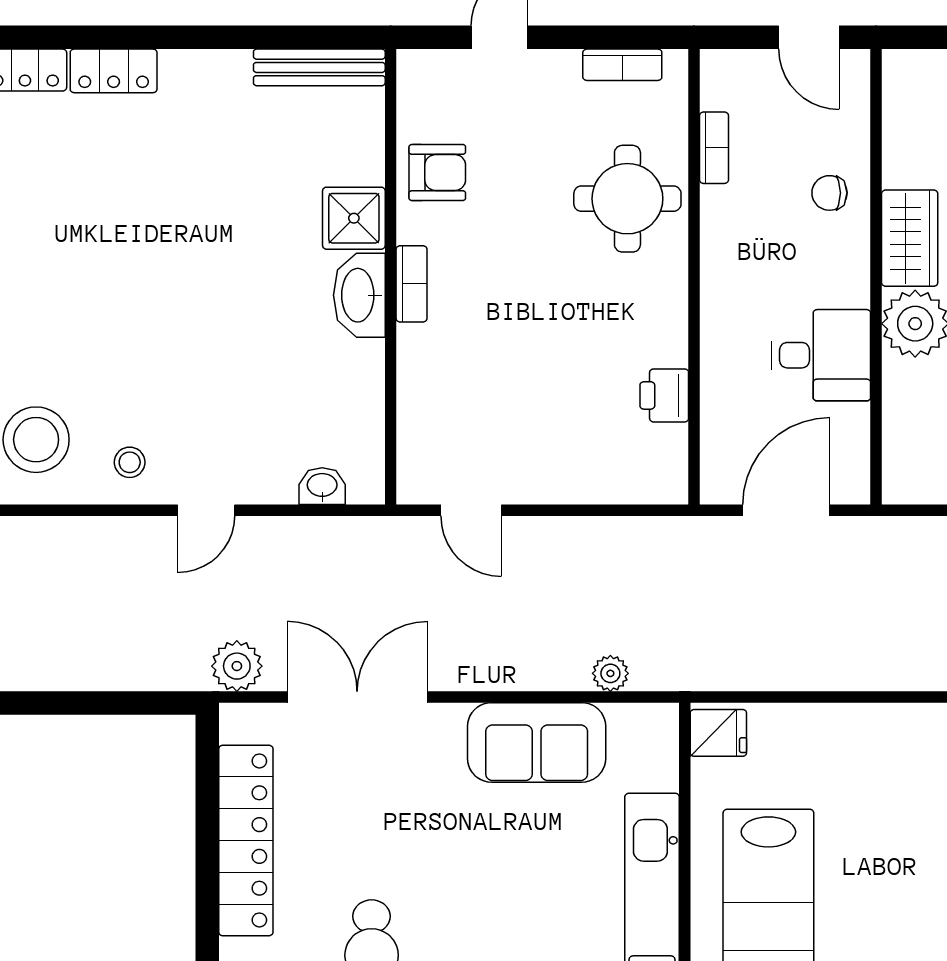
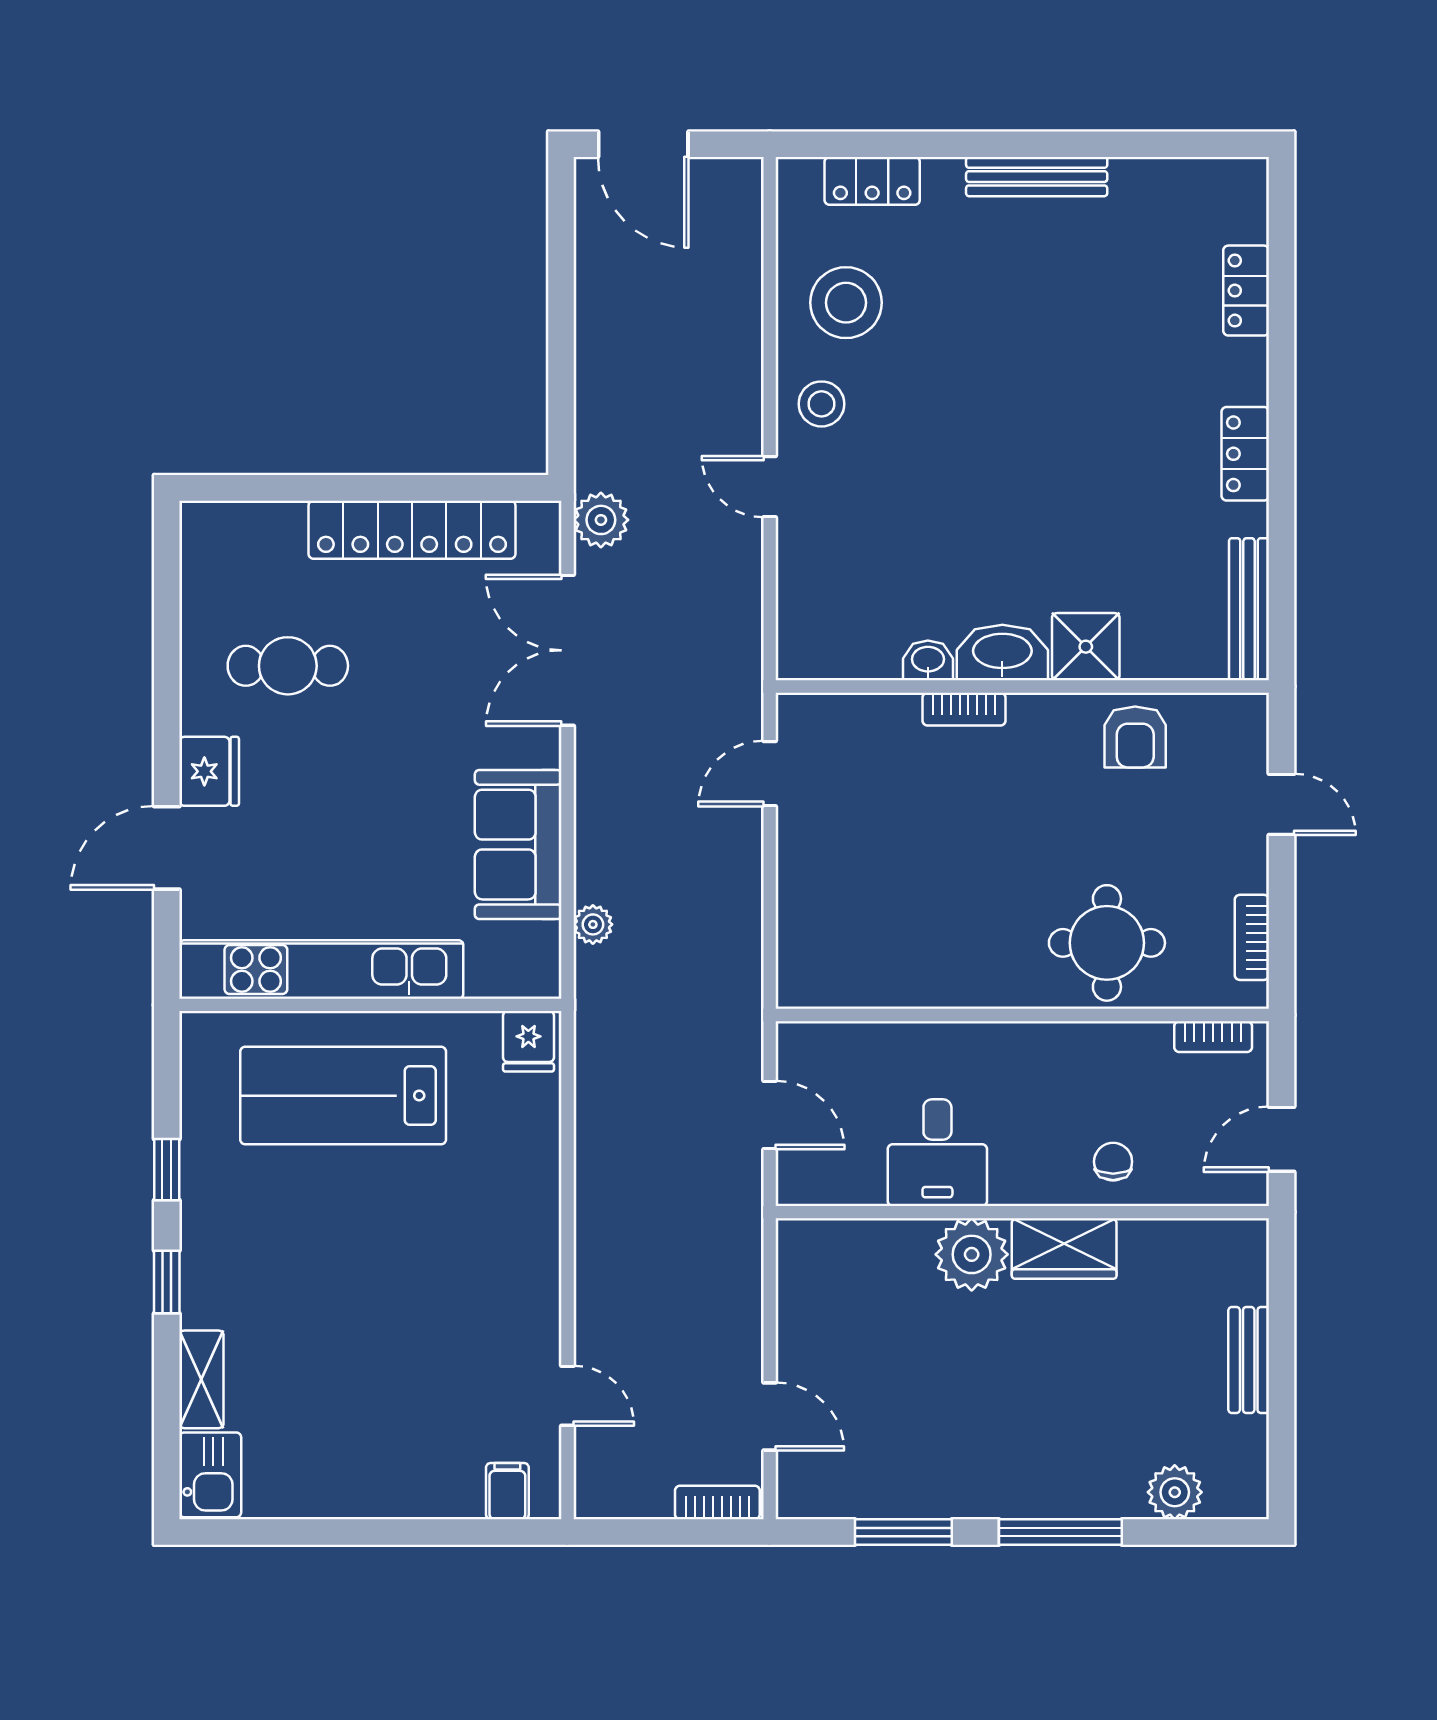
locker: (114, 71) -> (1245, 454), moved
bookcase: (714, 148) -> (1213, 1037), moved
bookcase: (412, 284) -> (964, 709), moved
printer: (664, 395) -> (894, 983), removed
stool: (130, 462) -> (821, 404), width x1.37, depth x1.37
washbasin: (322, 486) -> (928, 660), moved, turned -90
door: (786, 510) -> (770, 1115), width x0.73
double door: (357, 697) -> (567, 650), swing flipped

